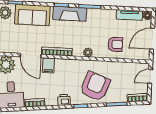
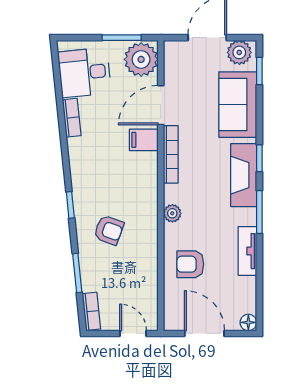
tv unit: (129, 15) -> (247, 251), moved
armchair: (115, 44) -> (190, 264), turned 90
armchair: (95, 86) -> (109, 230), width x0.53, depth x0.53
printer: (64, 100) -> (80, 172), removed

